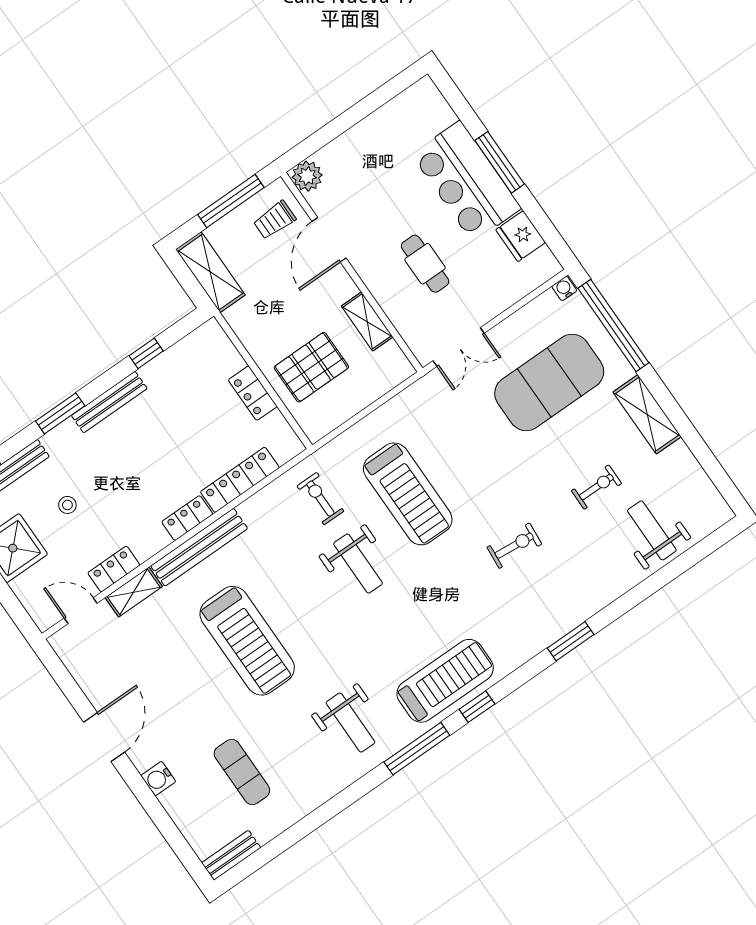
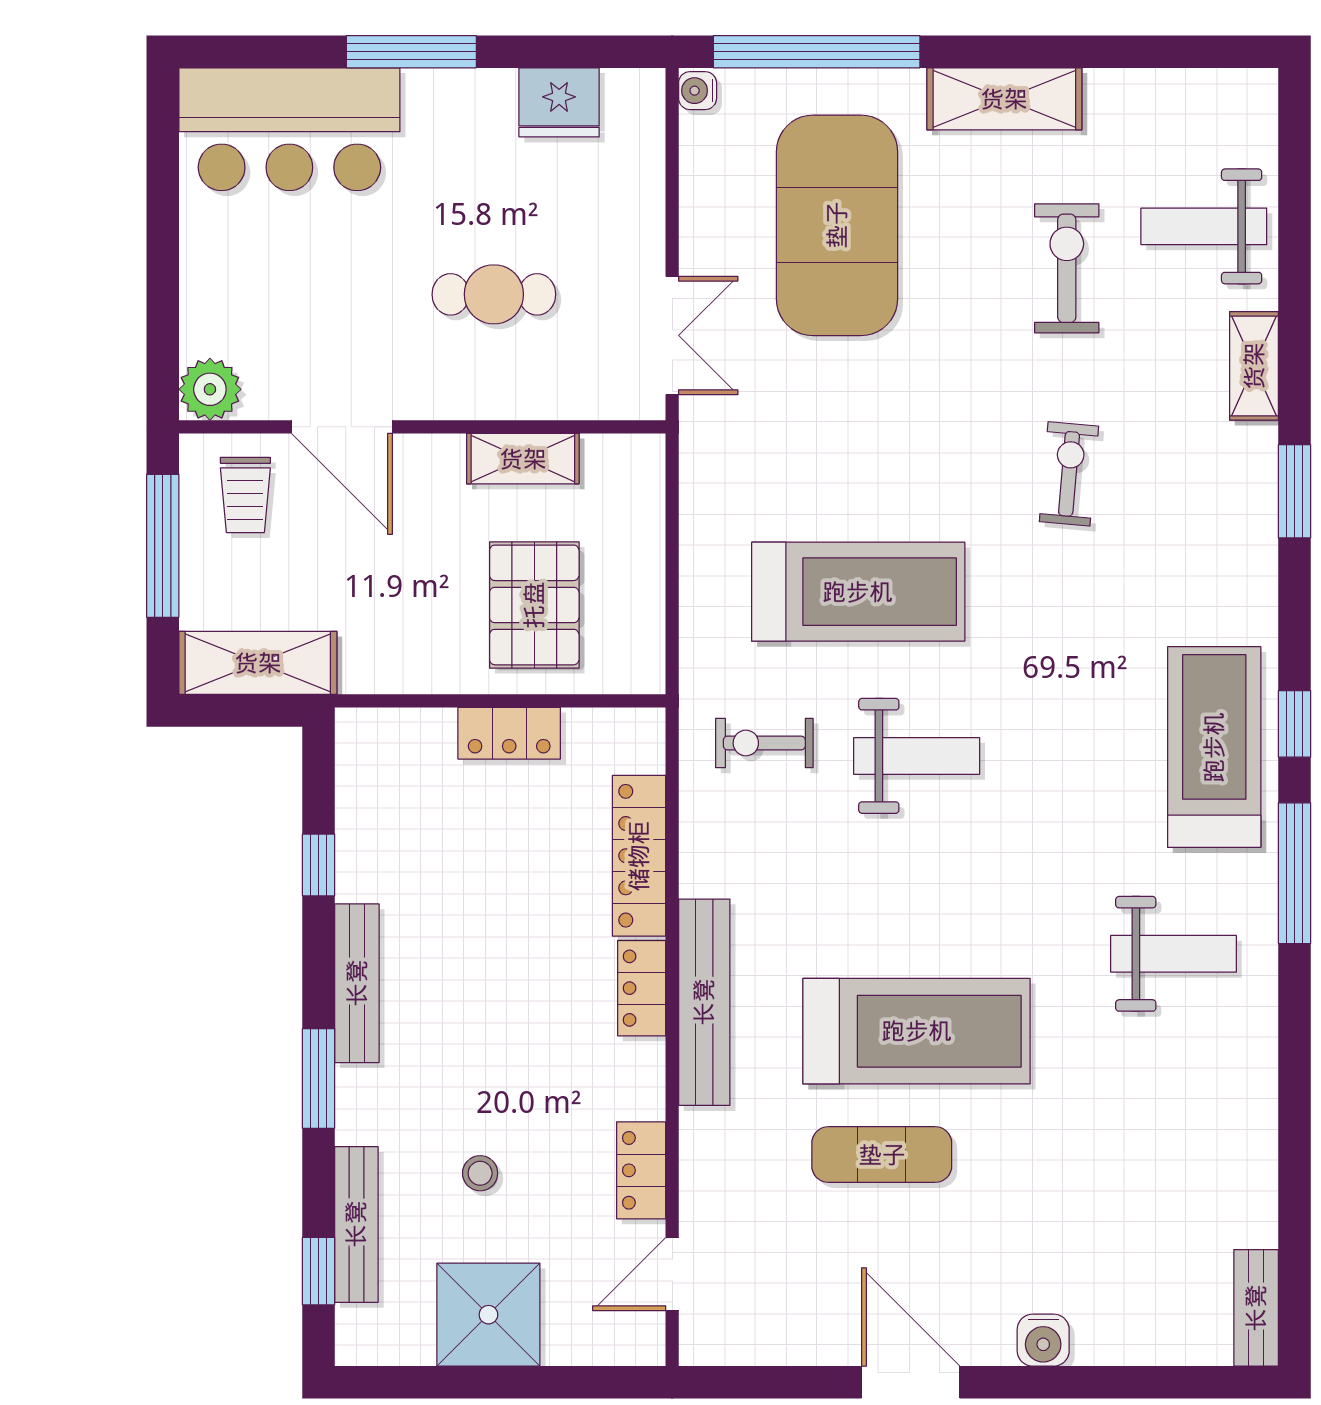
bar counter: (466, 181) -> (289, 129), moved
exercise bike: (596, 487) -> (1067, 268), width x1.38, depth x1.39
shelving: (134, 592) -> (1254, 366), moved
exercise mat: (242, 772) -> (882, 1155), moved

